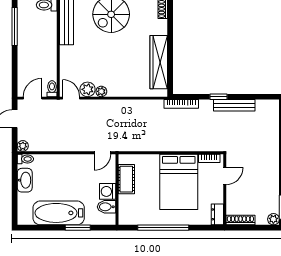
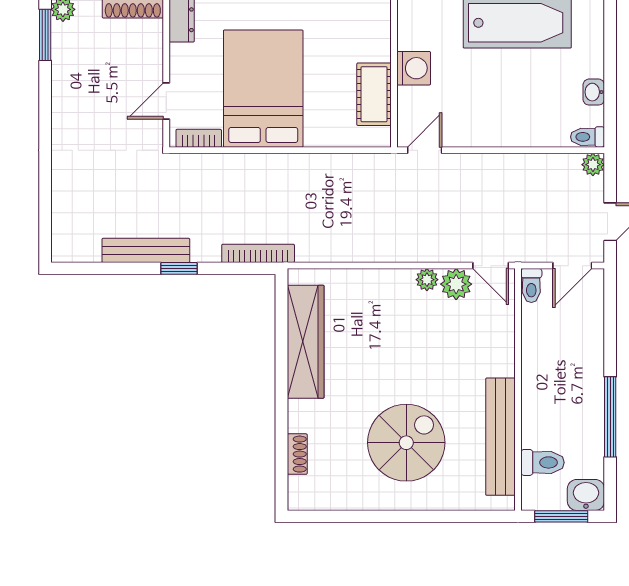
washbasin: (25, 180) -> (594, 92), width x0.52, depth x0.69
bidet: (106, 207) -> (416, 36), removed

